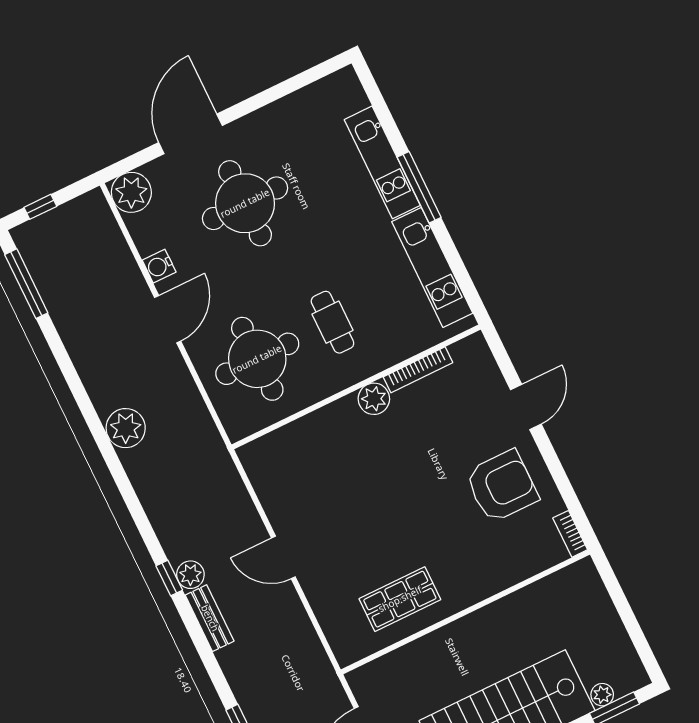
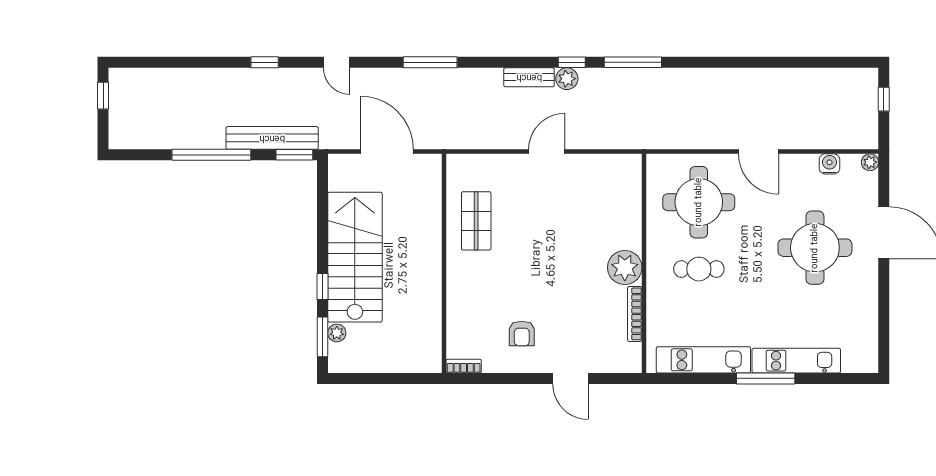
plant: (131, 192) -> (870, 162), width x0.53, depth x0.53
water cooler: (159, 266) -> (829, 164), moved
window: (26, 284) -> (633, 62), moved
plant: (374, 399) -> (625, 267), width x1.36, depth x1.36
plant: (126, 428) -> (695, 83), removed
armchair: (502, 486) -> (522, 333), width x0.53, depth x0.53

